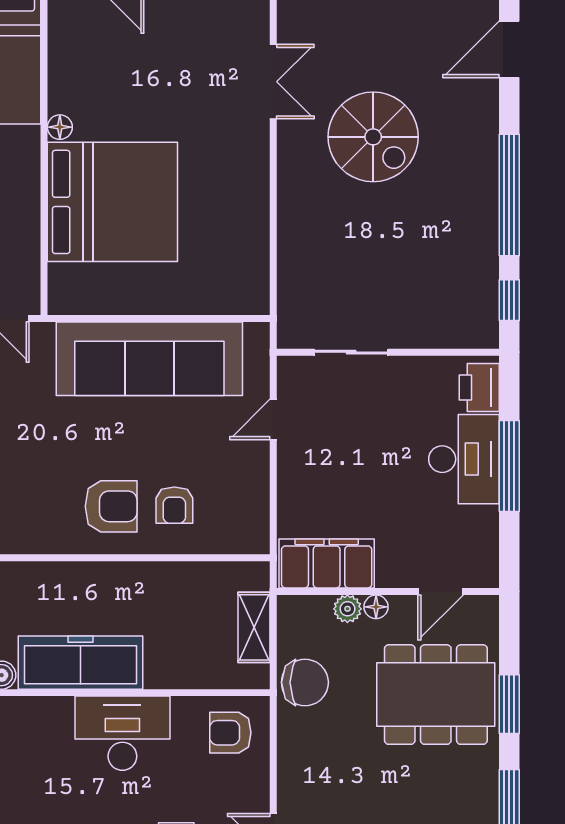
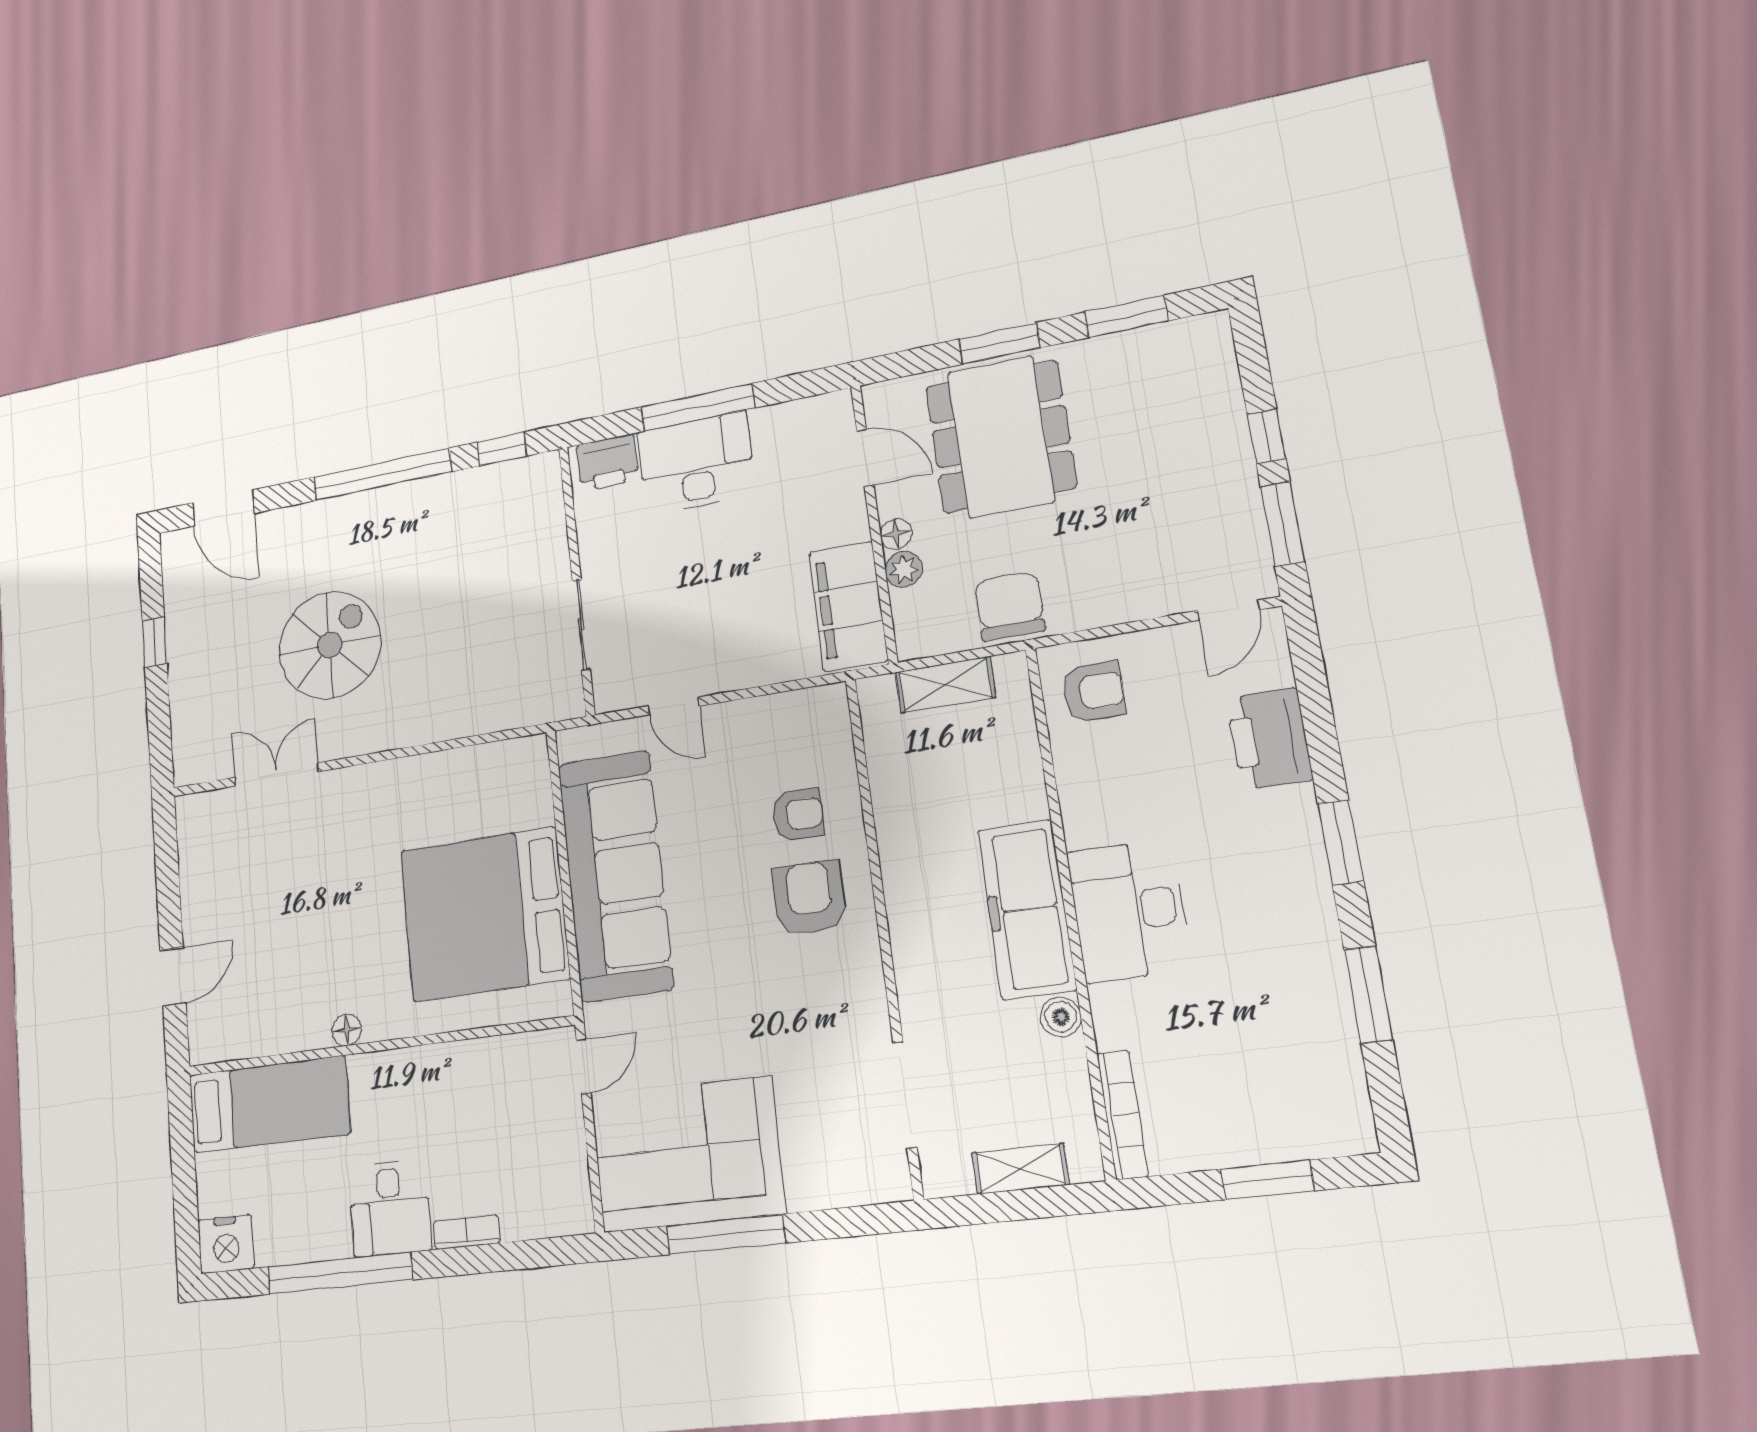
bed: (112, 202) -> (485, 914), moved, turned -90
desk: (122, 733) -> (1129, 911), moved
armchair: (230, 733) -> (1094, 692), turned -90

